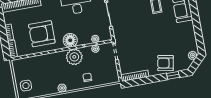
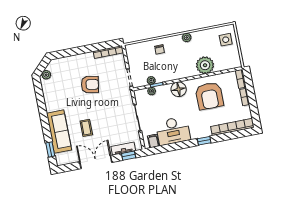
armchair: (42, 34) -> (209, 96), turned 90
plant: (74, 57) -> (205, 65), moved
armchair: (166, 63) -> (90, 85), moved
window: (173, 75) -> (67, 53), removed

